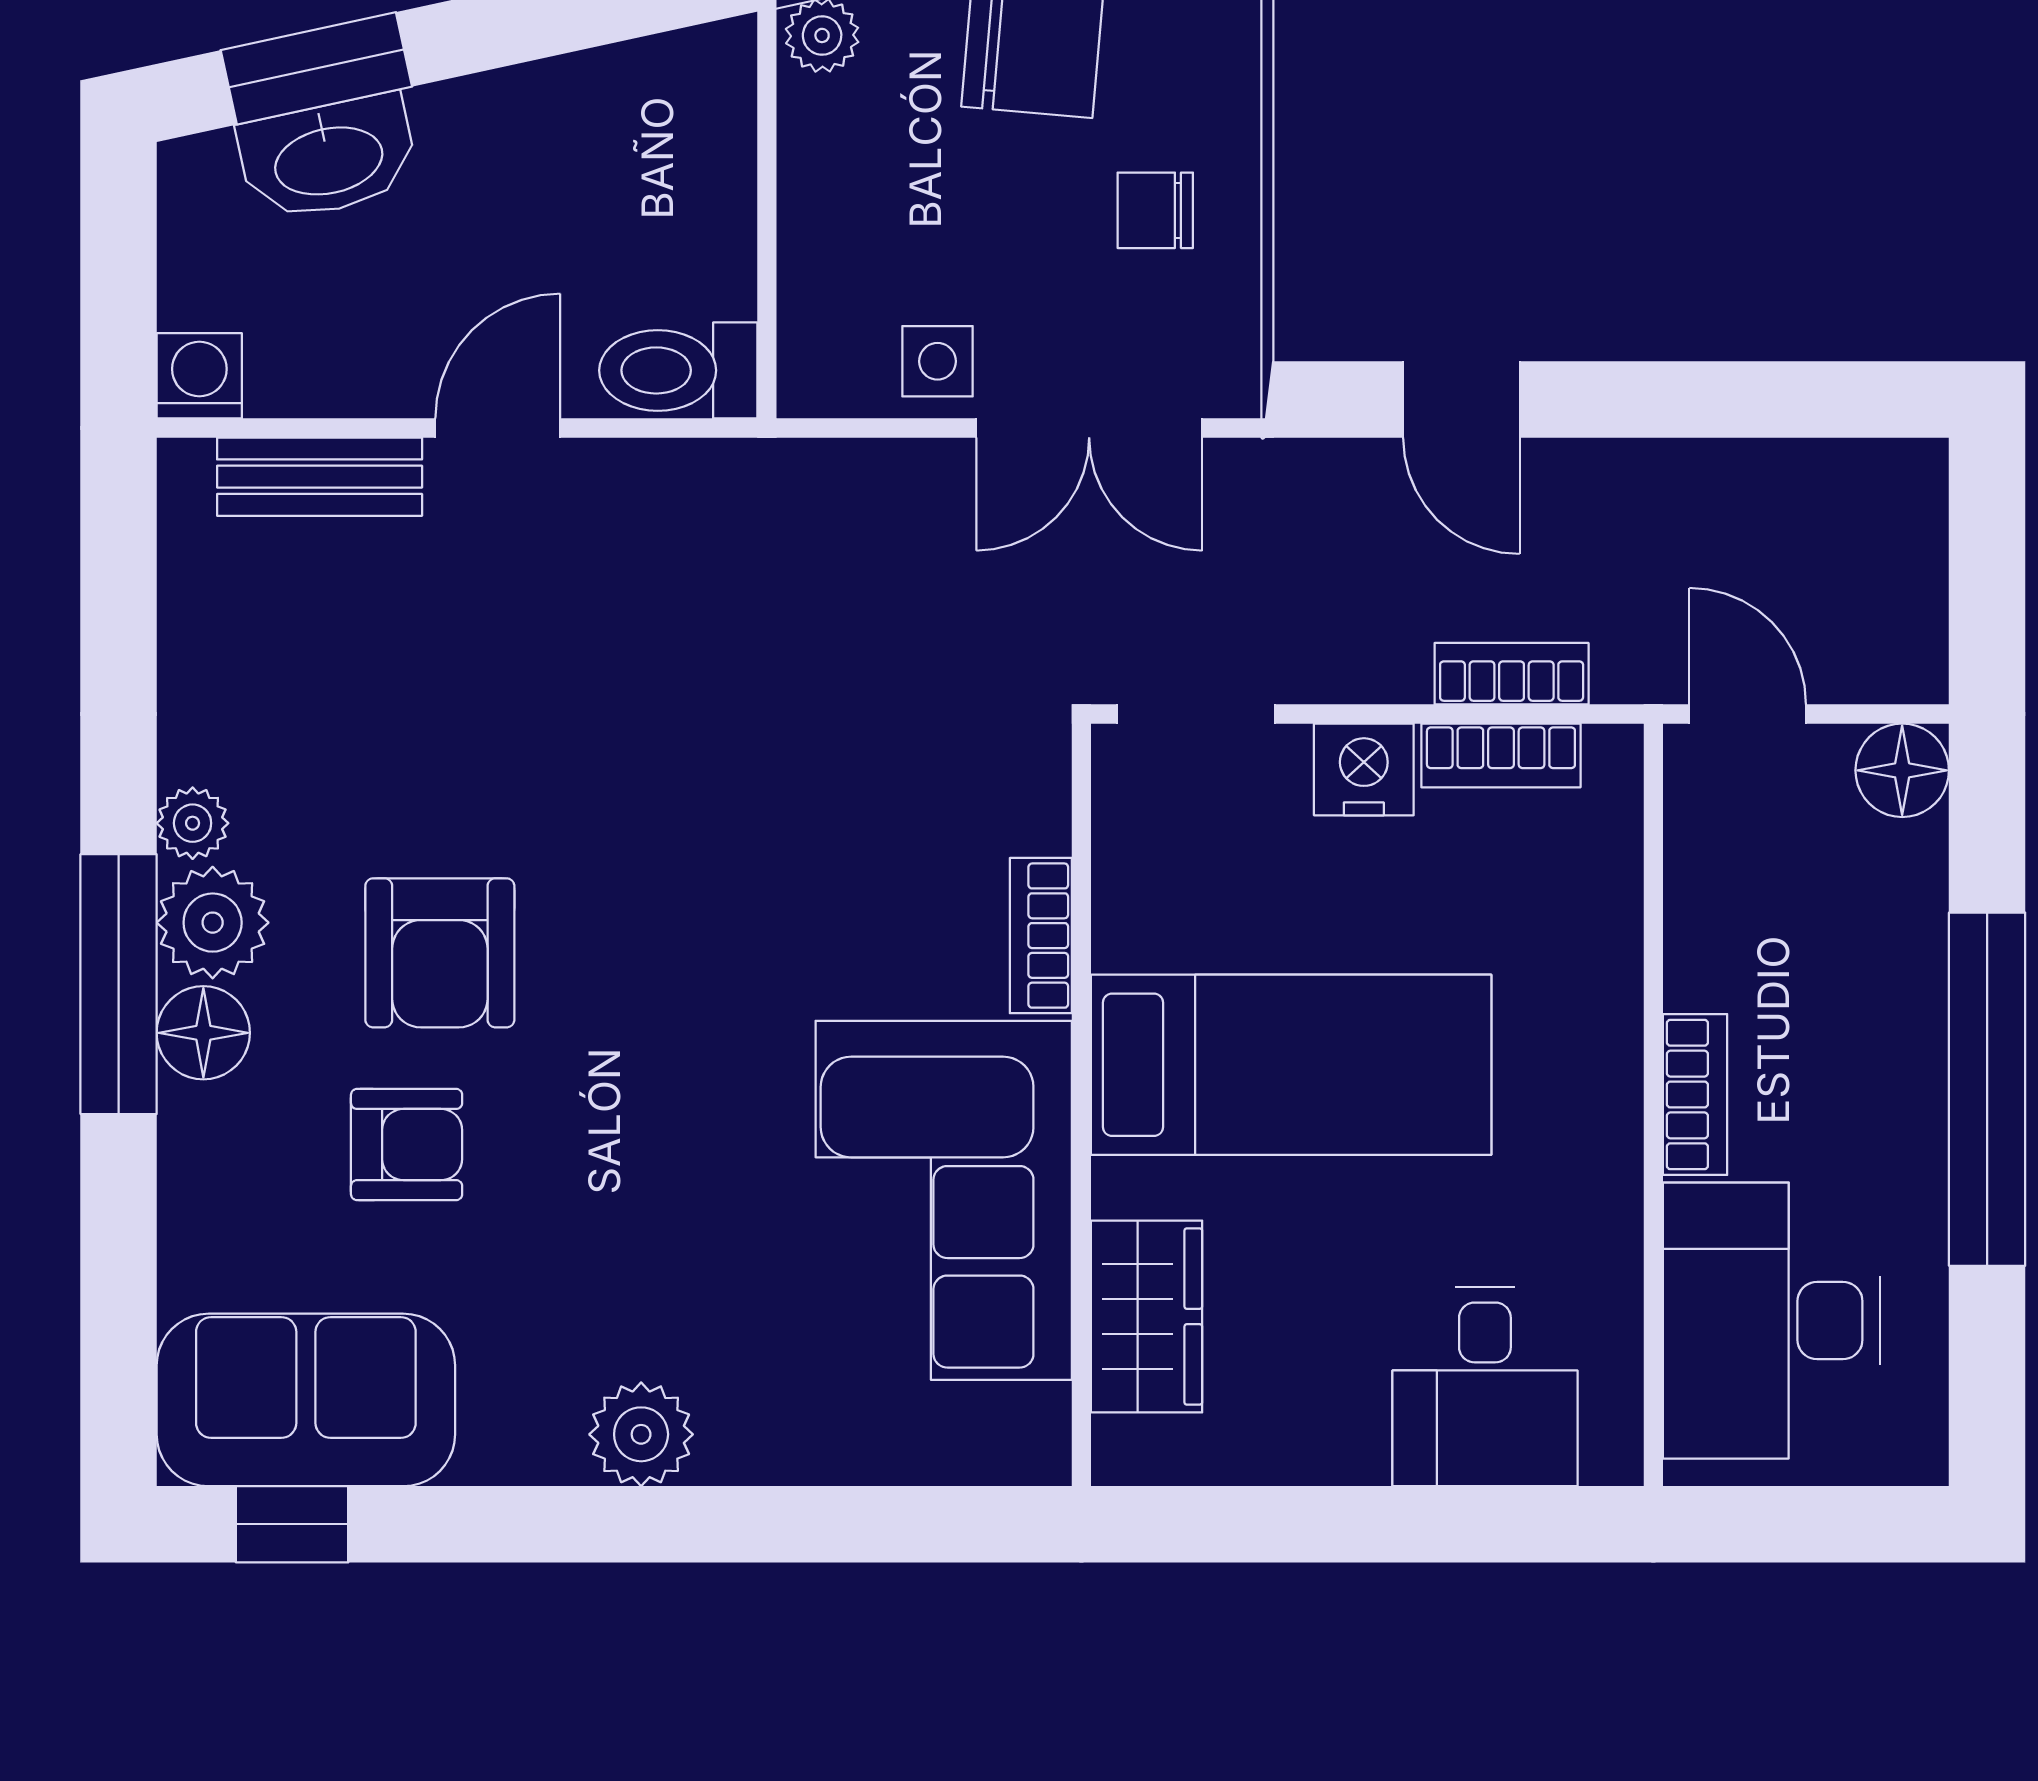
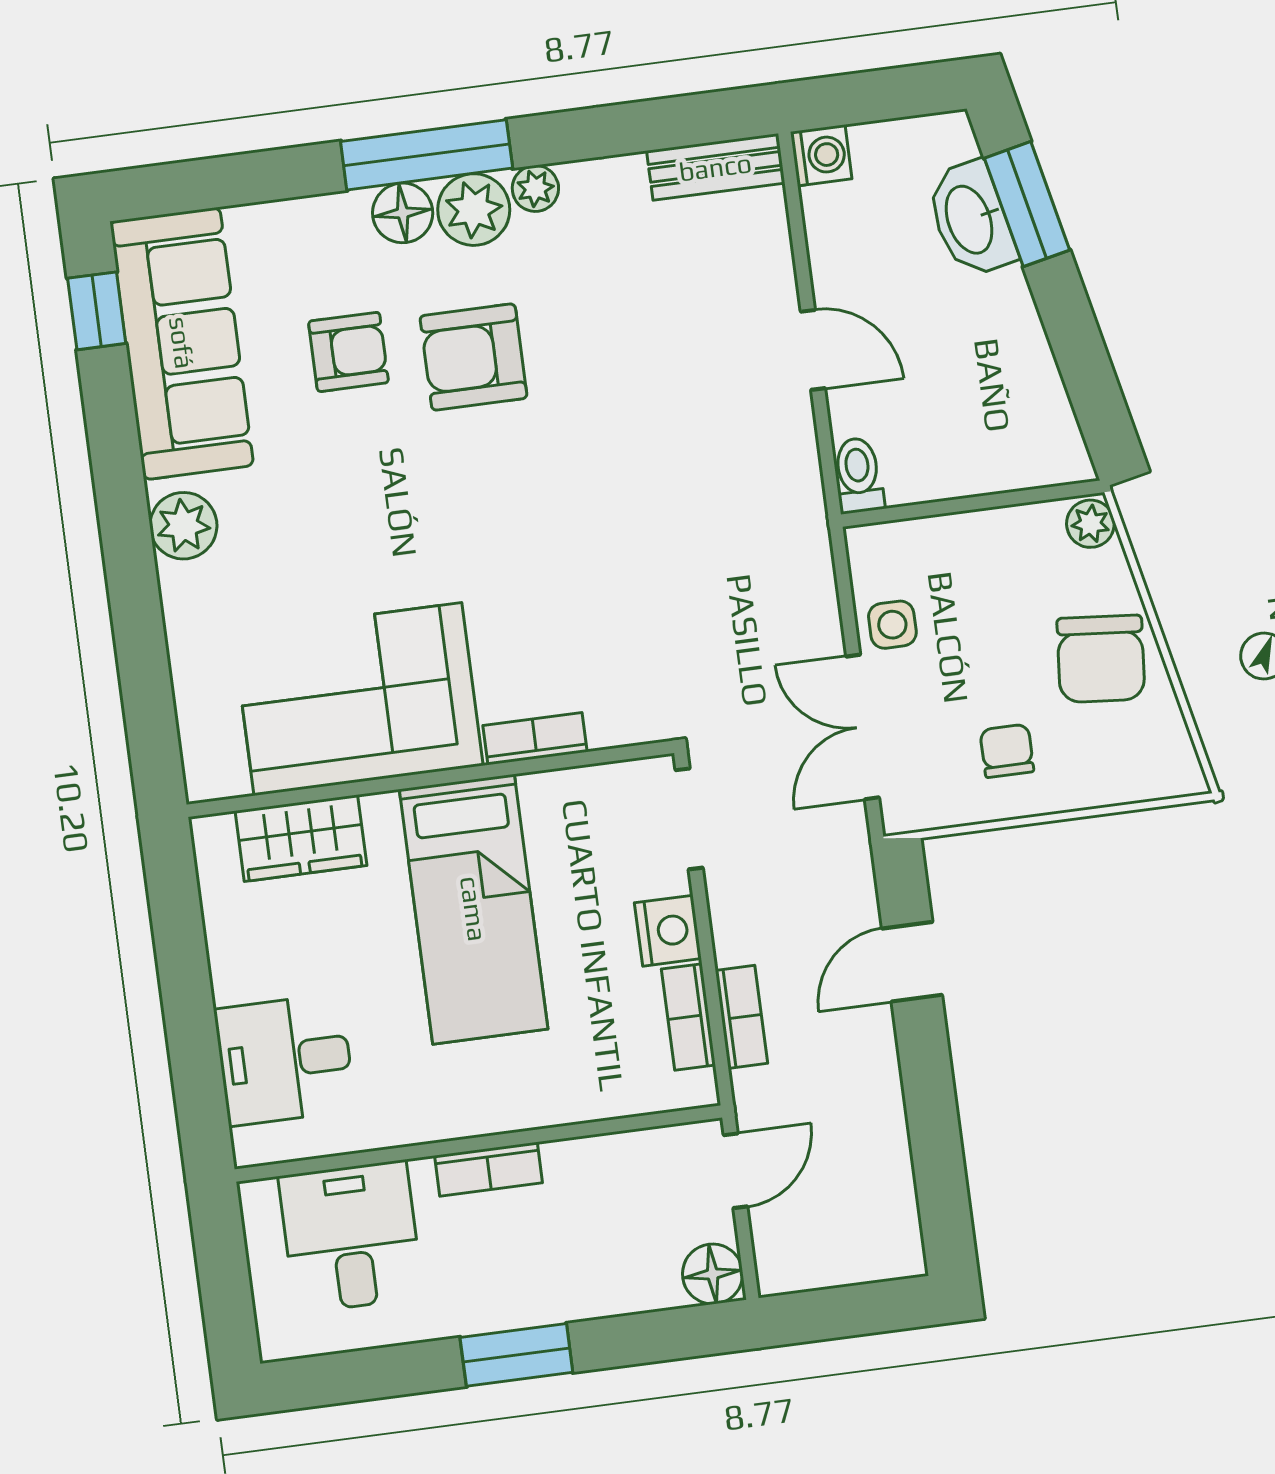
toilet: (678, 370) -> (858, 475), width x0.73, depth x0.72
bench: (320, 477) -> (715, 167), moved, turned 90
window: (1987, 1089) -> (516, 1355), width x0.47
armchair: (407, 1145) -> (348, 352), turned -90
desk: (1771, 1321) -> (351, 1237), width x0.73
sofa: (306, 1400) -> (182, 343), width x1.36

